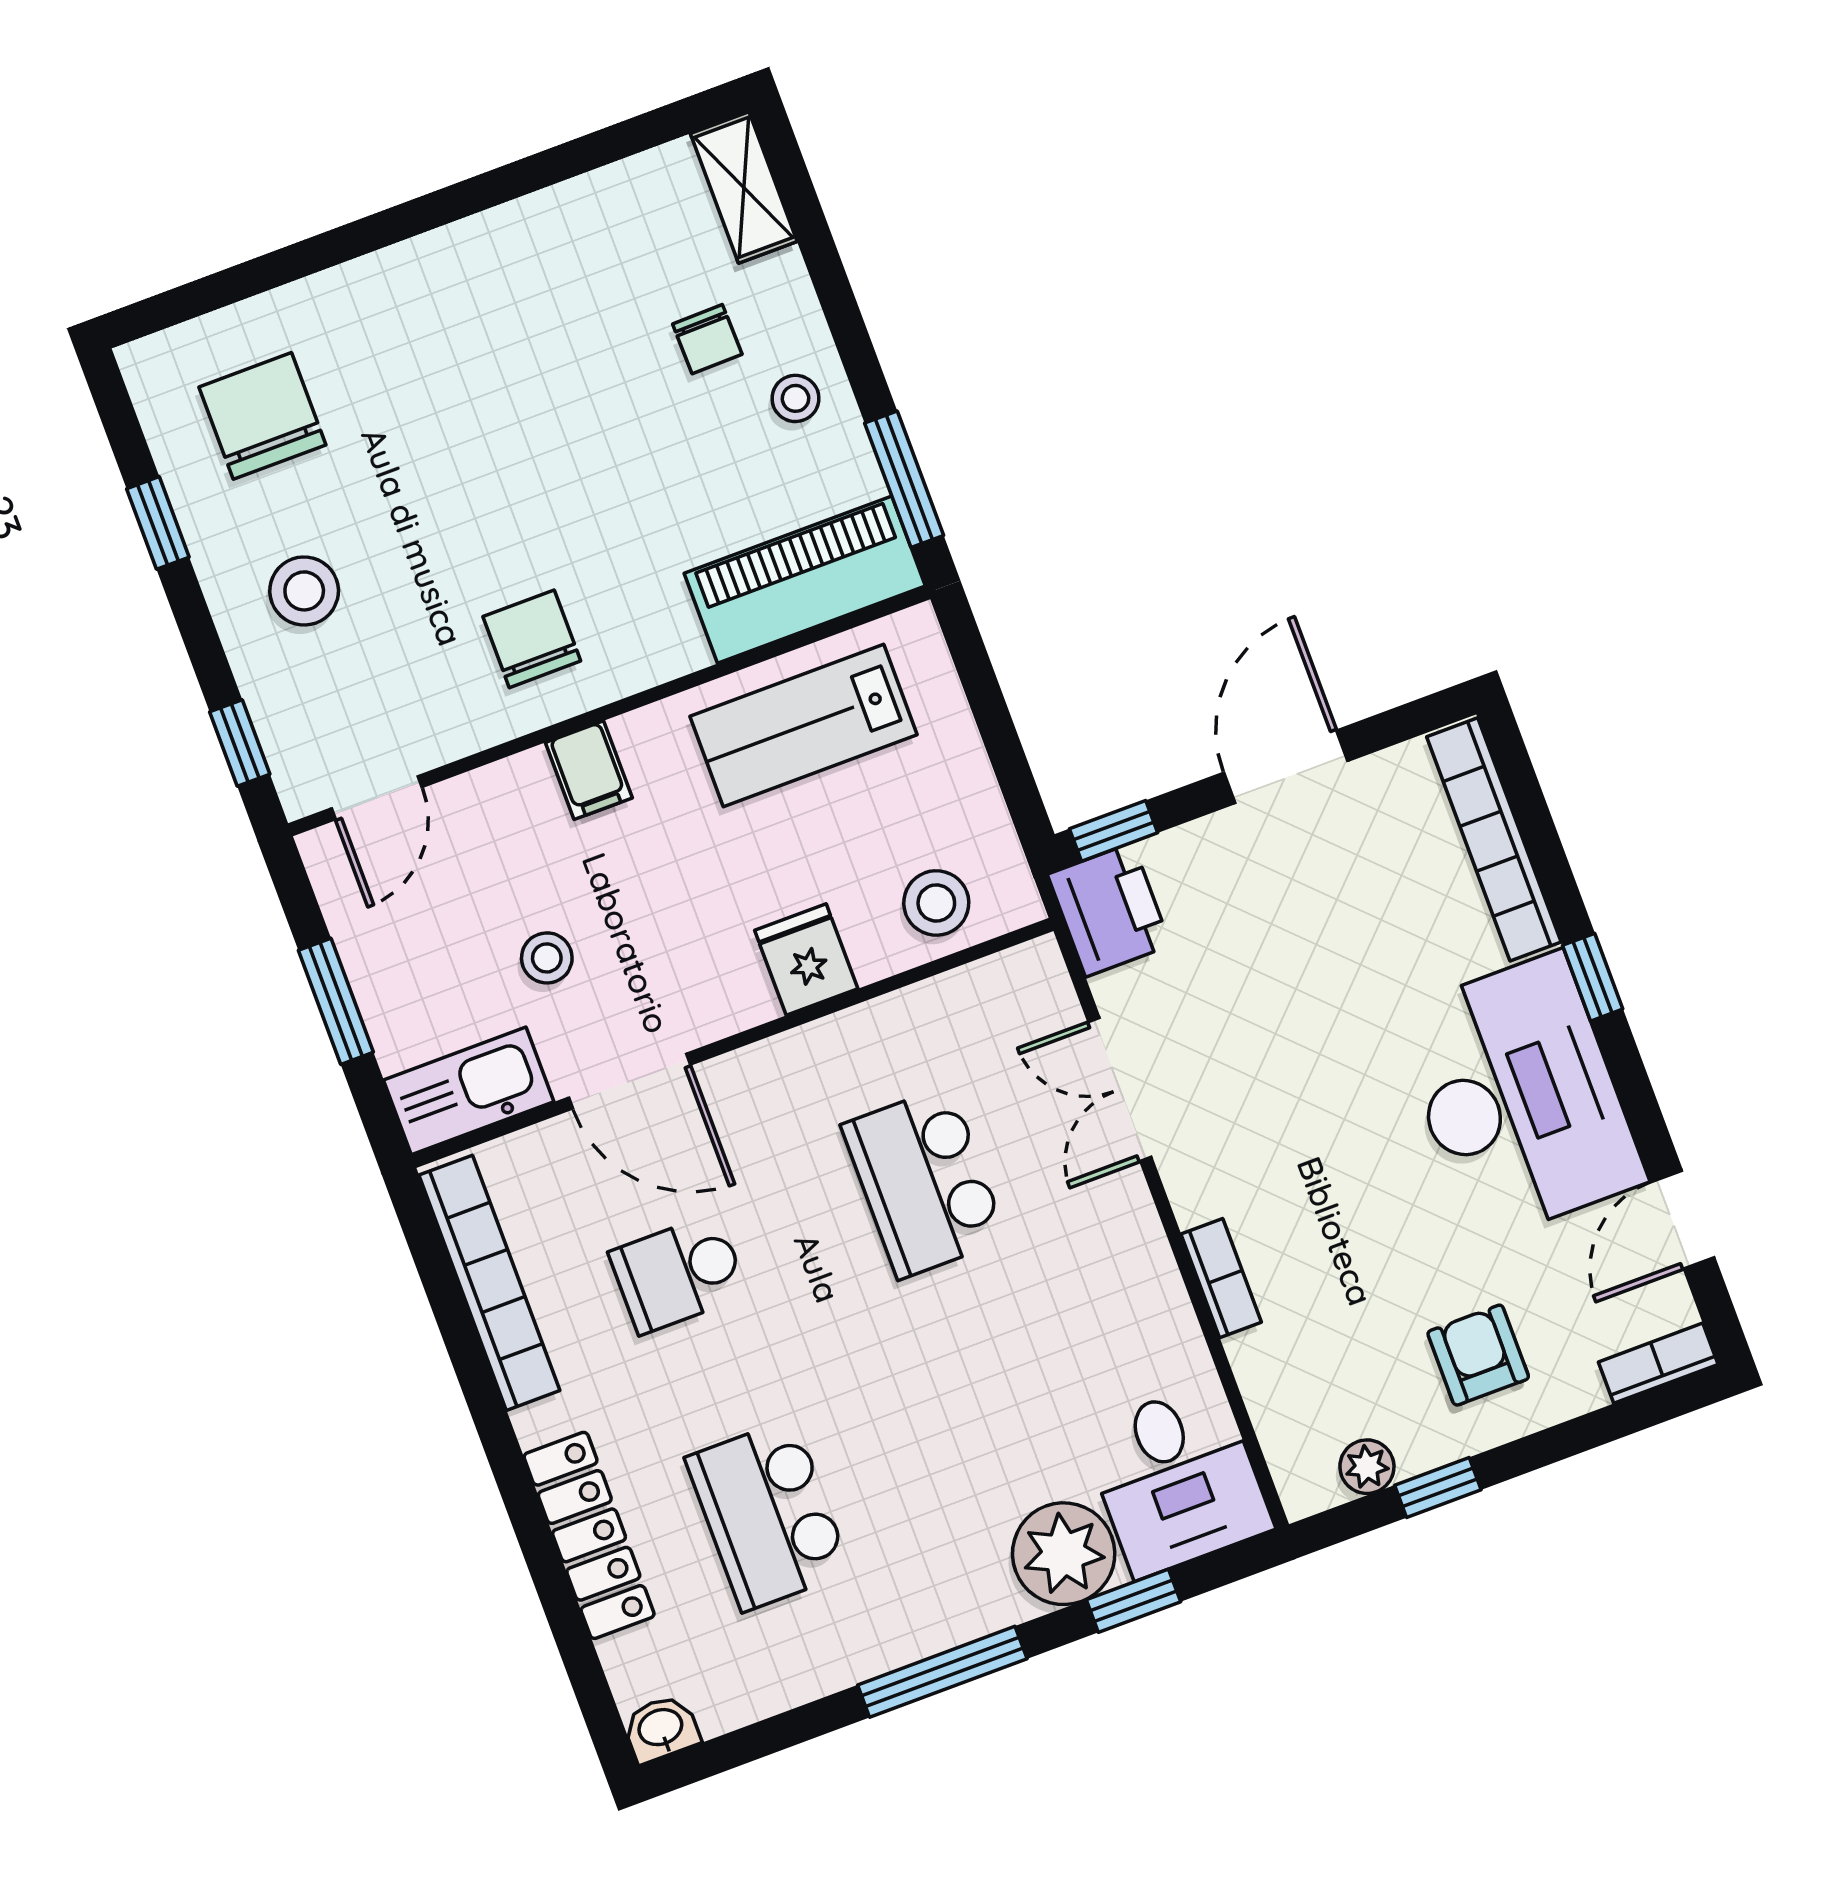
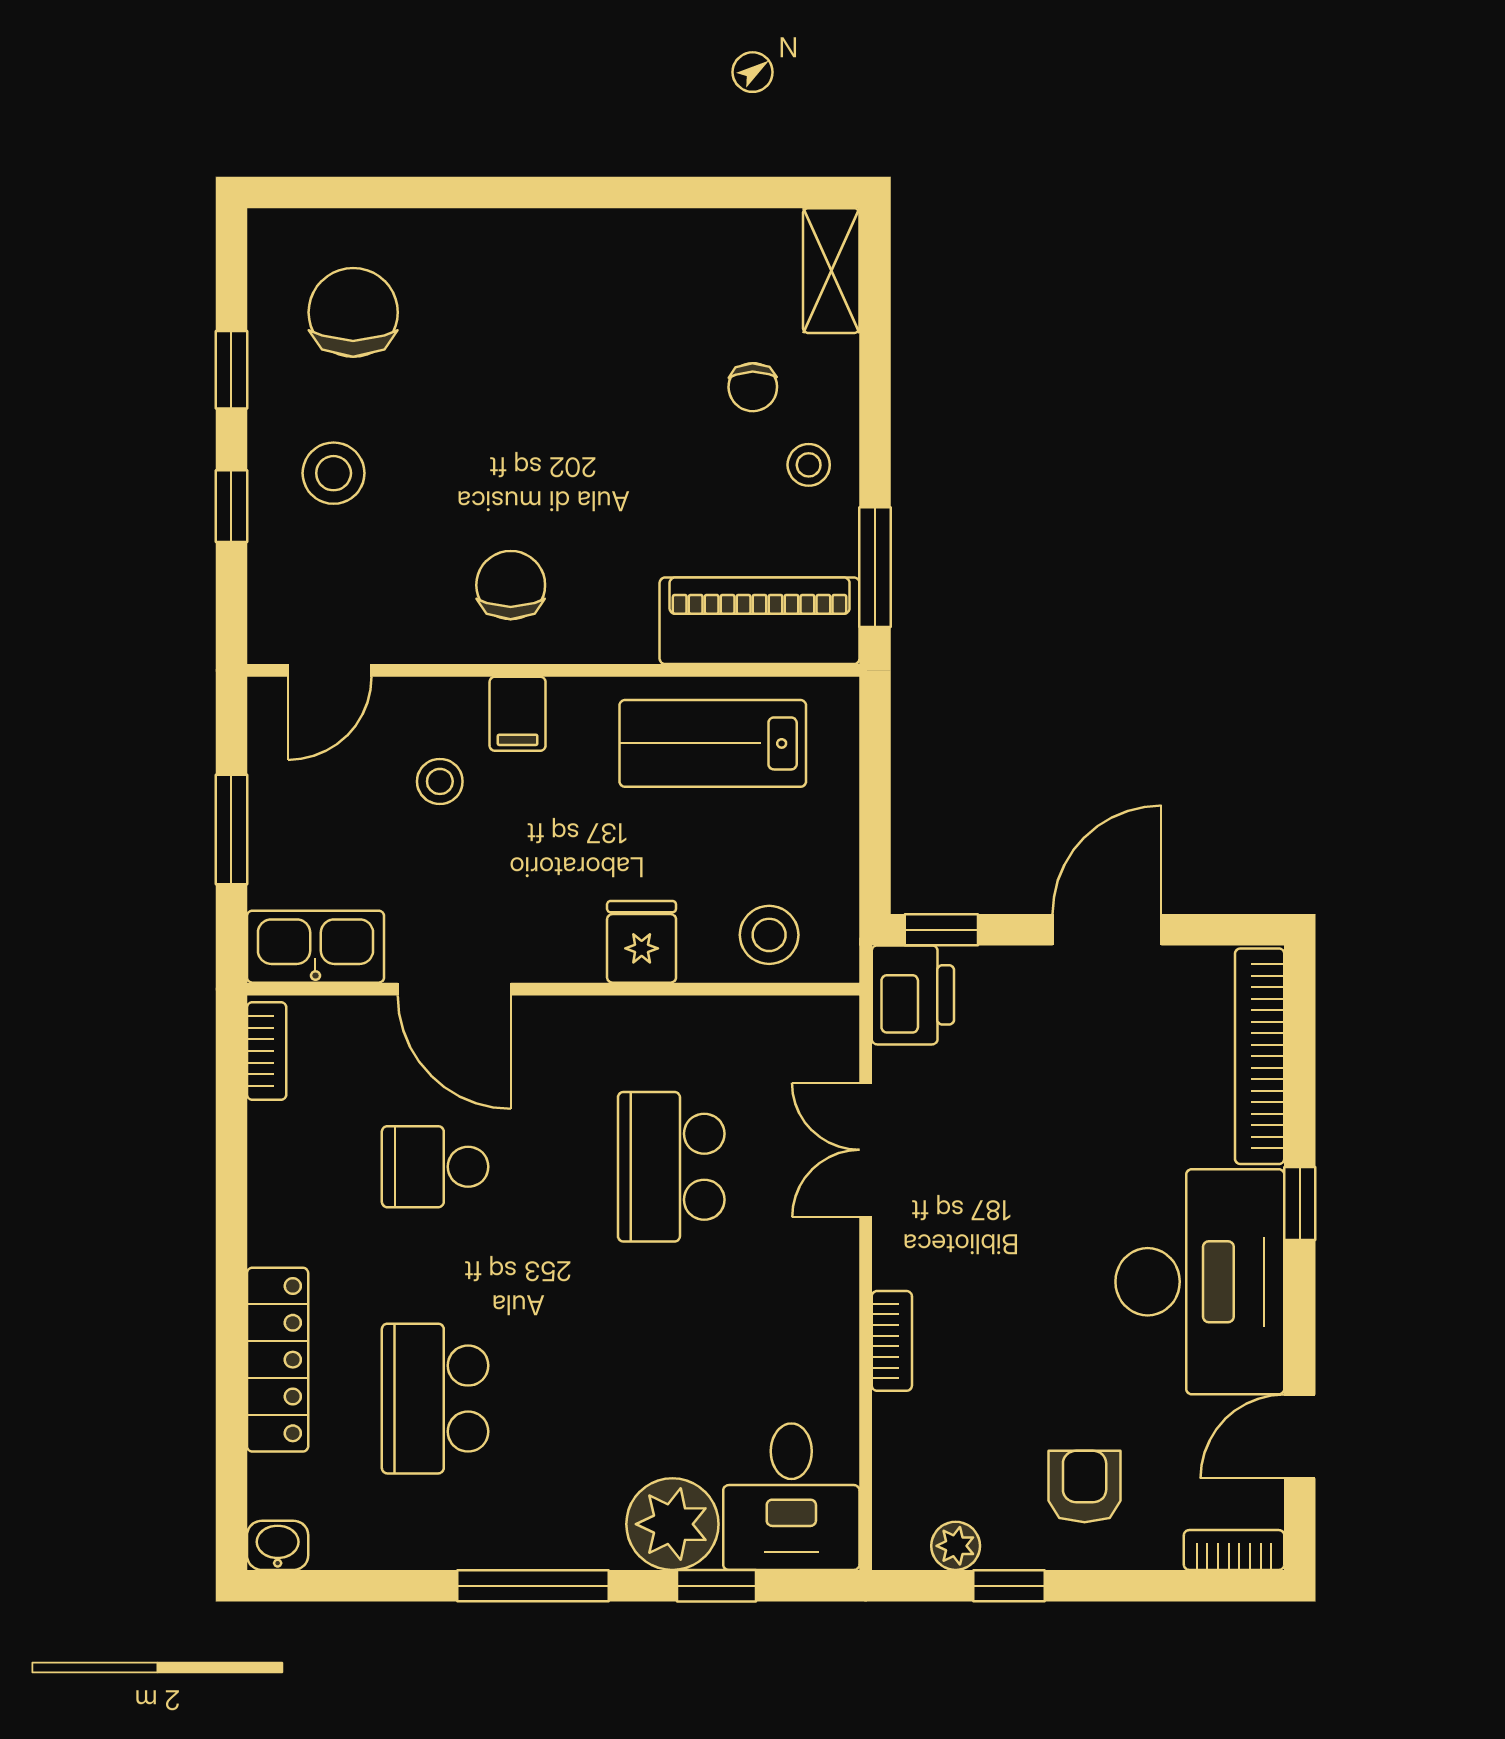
window: (240, 743) -> (231, 506), moved
stool: (547, 958) -> (440, 781), moved
bookcase: (489, 1283) -> (267, 1051), width x0.43, depth x0.76

